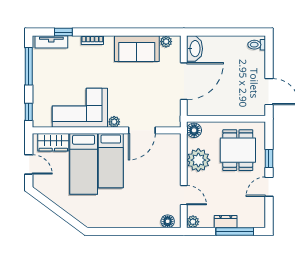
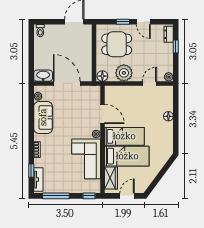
floor lamp: (168, 221) -> (168, 116), moved
dresser: (226, 222) -> (169, 34), moved
window: (235, 232) -> (176, 46), width x0.46

